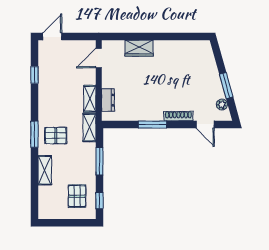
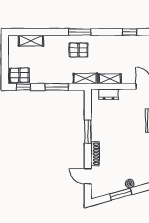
plant: (222, 105) -> (130, 184), moved
door: (205, 125) -> (88, 176), hinge flipped
pallet: (56, 136) -> (78, 50), turned 90
shelving: (45, 170) -> (31, 41), moved
pallet: (77, 196) -> (19, 75), moved

